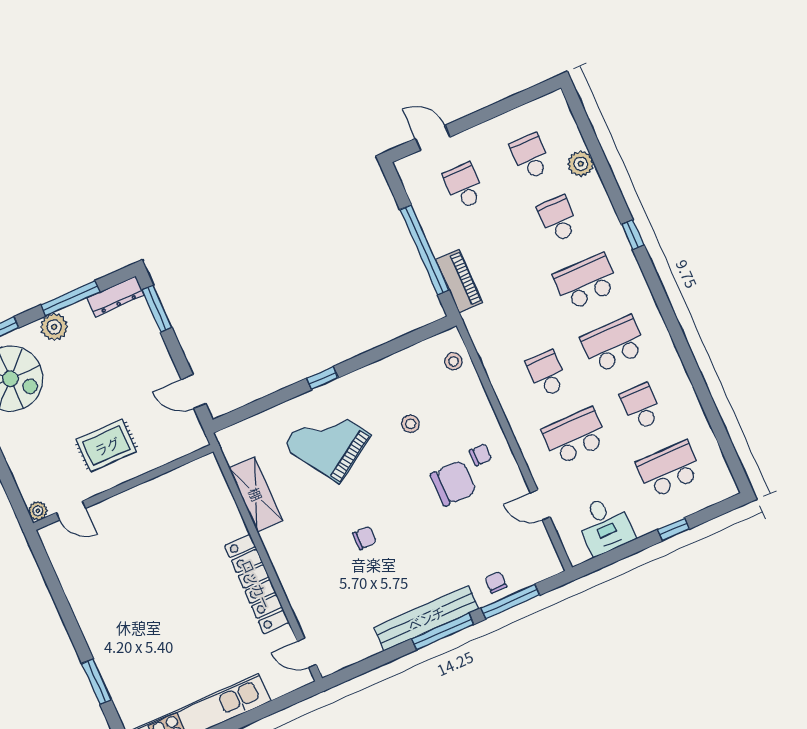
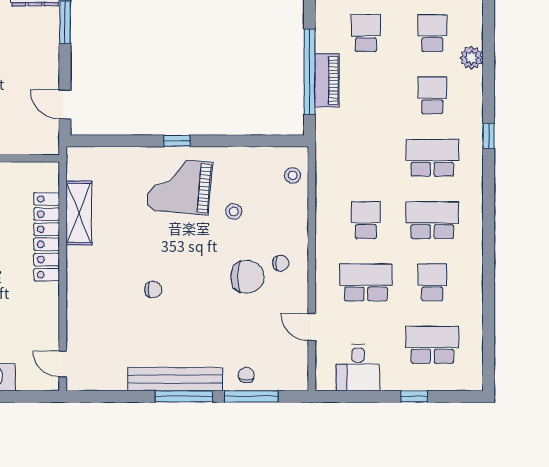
piano: (459, 281) -> (327, 80), moved
grand piano: (327, 441) -> (179, 186), moved, turned -52
locker: (257, 584) -> (47, 237), moved

